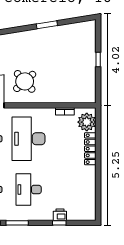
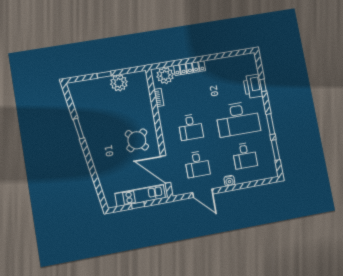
plant: (87, 73) -> (119, 83), added
desk: (29, 139) -> (191, 127), width x0.53, depth x0.77
desk: (29, 189) -> (238, 119), width x1.36, depth x1.30
printer: (60, 215) -> (253, 86), width x1.87, depth x1.48

